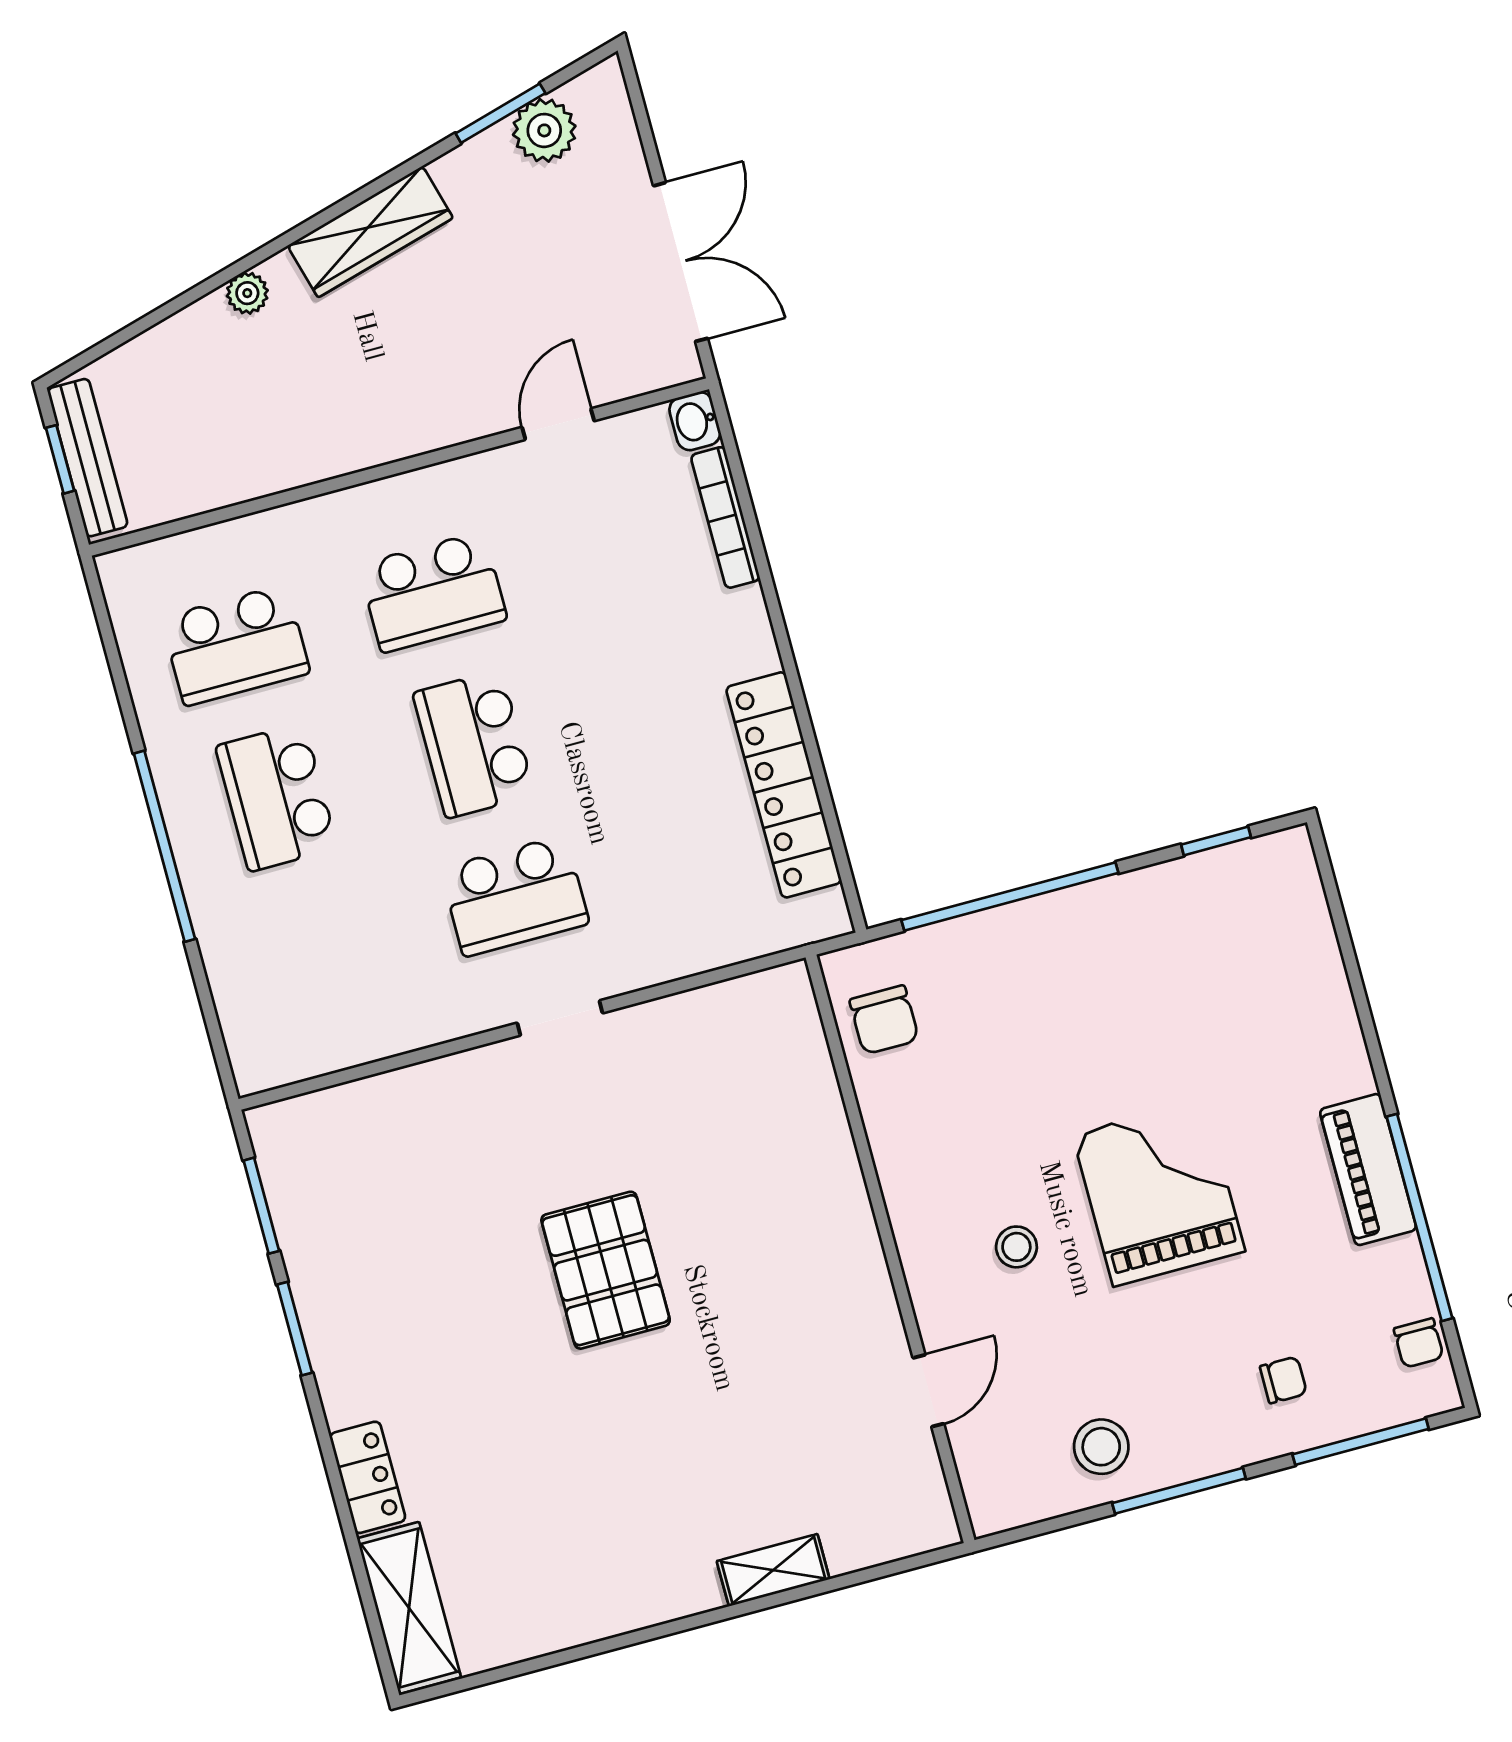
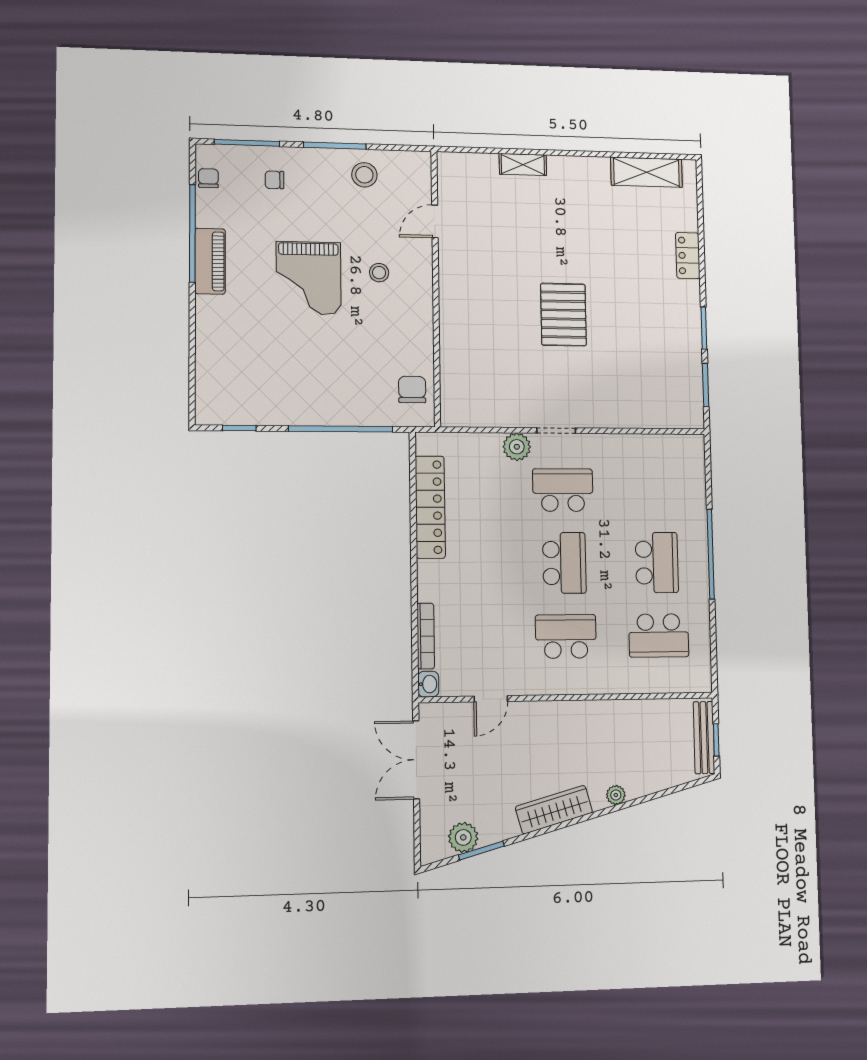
school desk: (236, 645) -> (659, 635), turned 180
plant: (635, 961) -> (517, 447), added
shelving: (409, 1608) -> (646, 172), moved, turned 90

